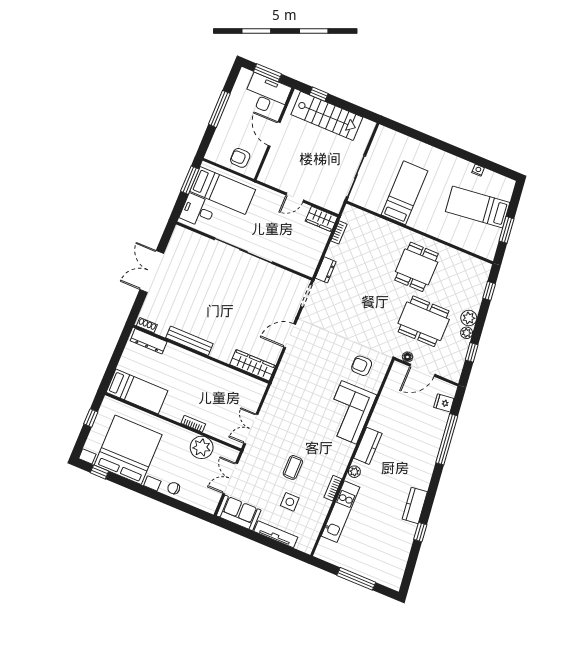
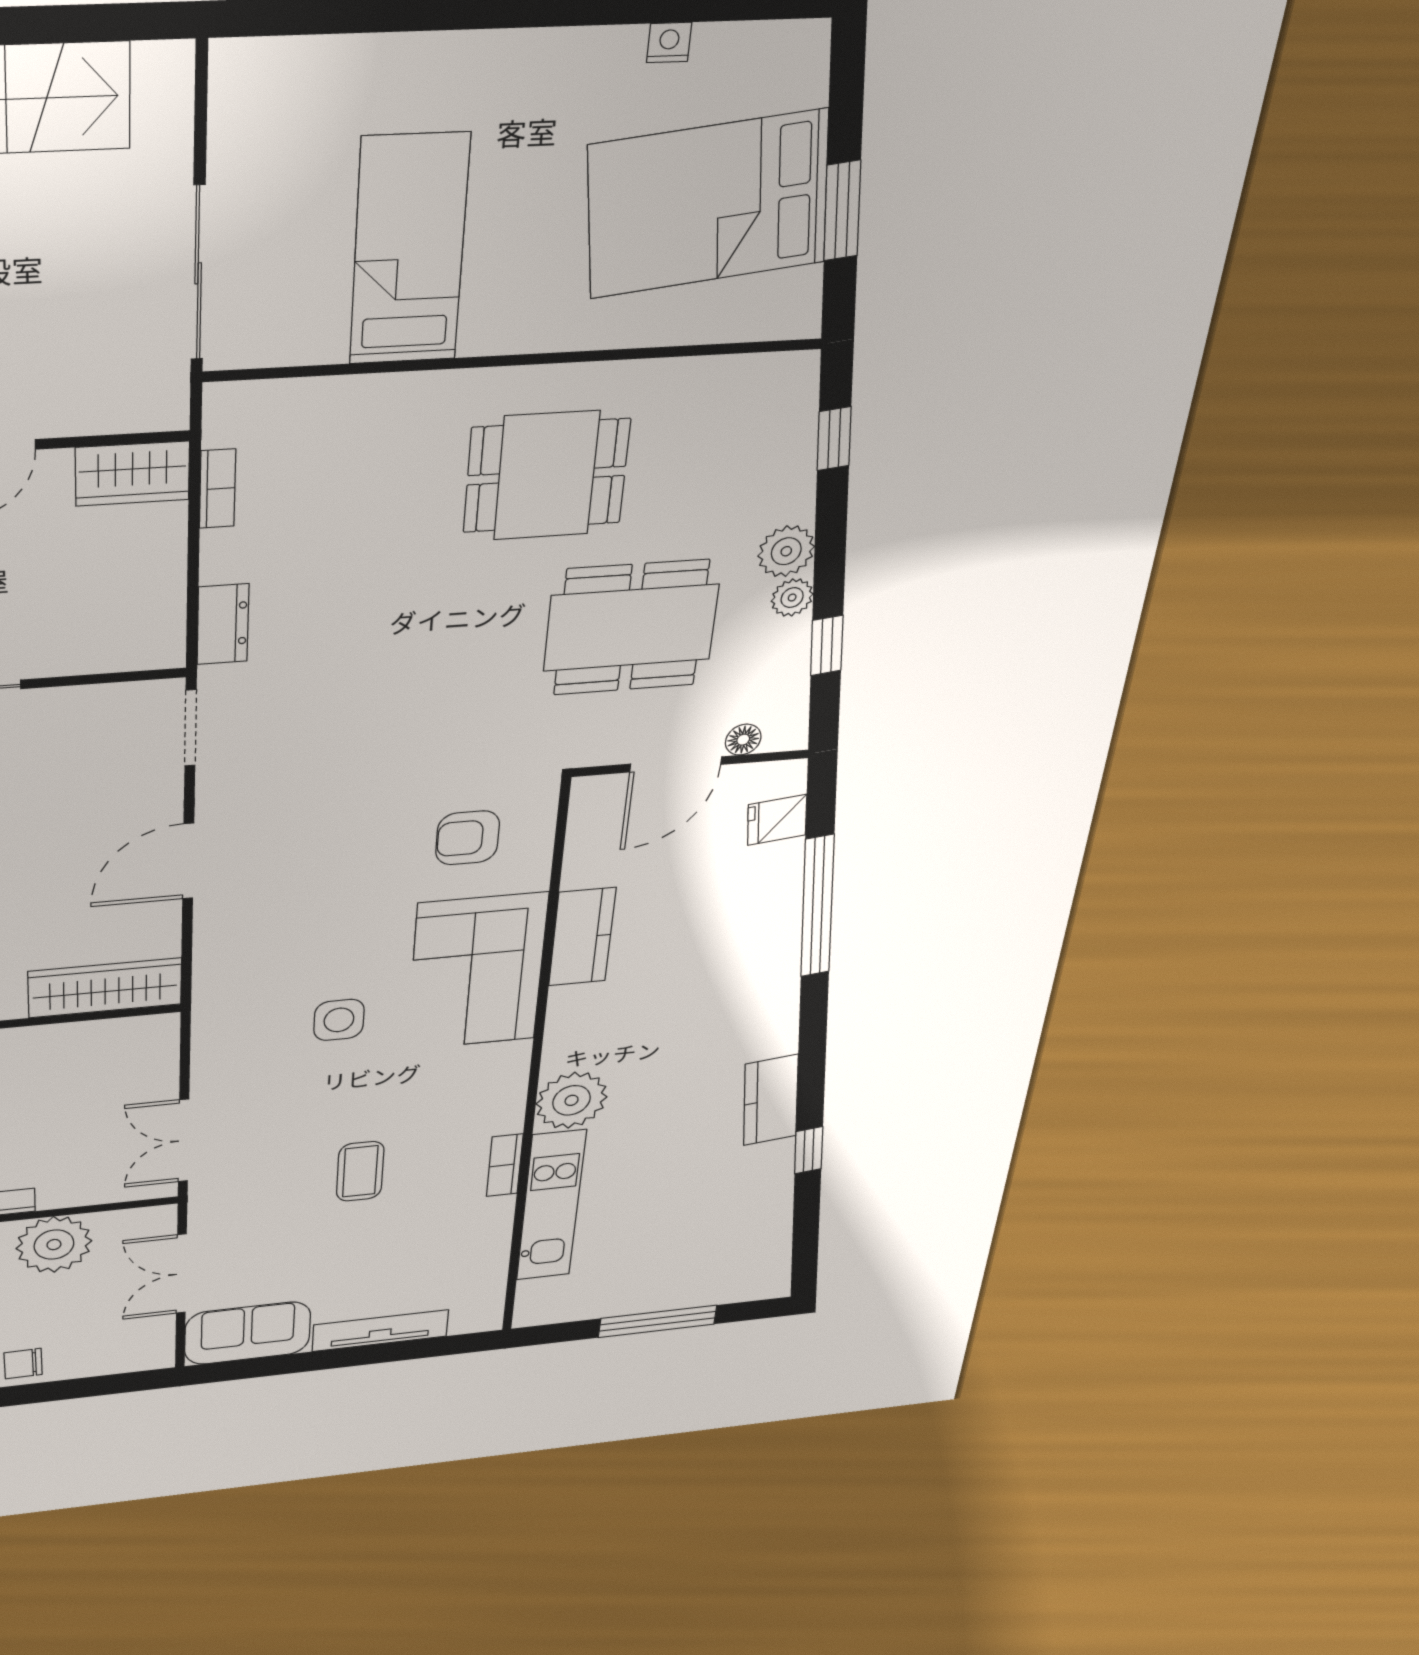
bed: (478, 207) -> (708, 204), width x1.50
dining table: (417, 267) -> (547, 476), turned 90
floor lamp: (407, 357) -> (743, 740), moved
kitchen counter: (368, 446) -> (582, 937), moved
plant: (354, 472) -> (572, 1100), width x1.87, depth x1.87
side table: (290, 502) -> (339, 1020), moved

